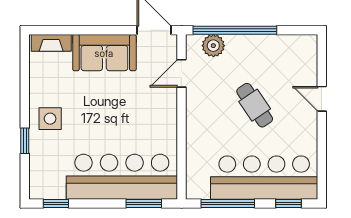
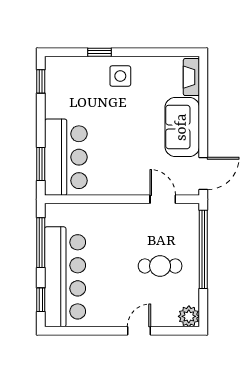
plant: (213, 46) -> (189, 316), moved
cafe table: (255, 105) -> (160, 266), moved, turned 34
bar counter: (122, 177) -> (66, 157), width x0.73

